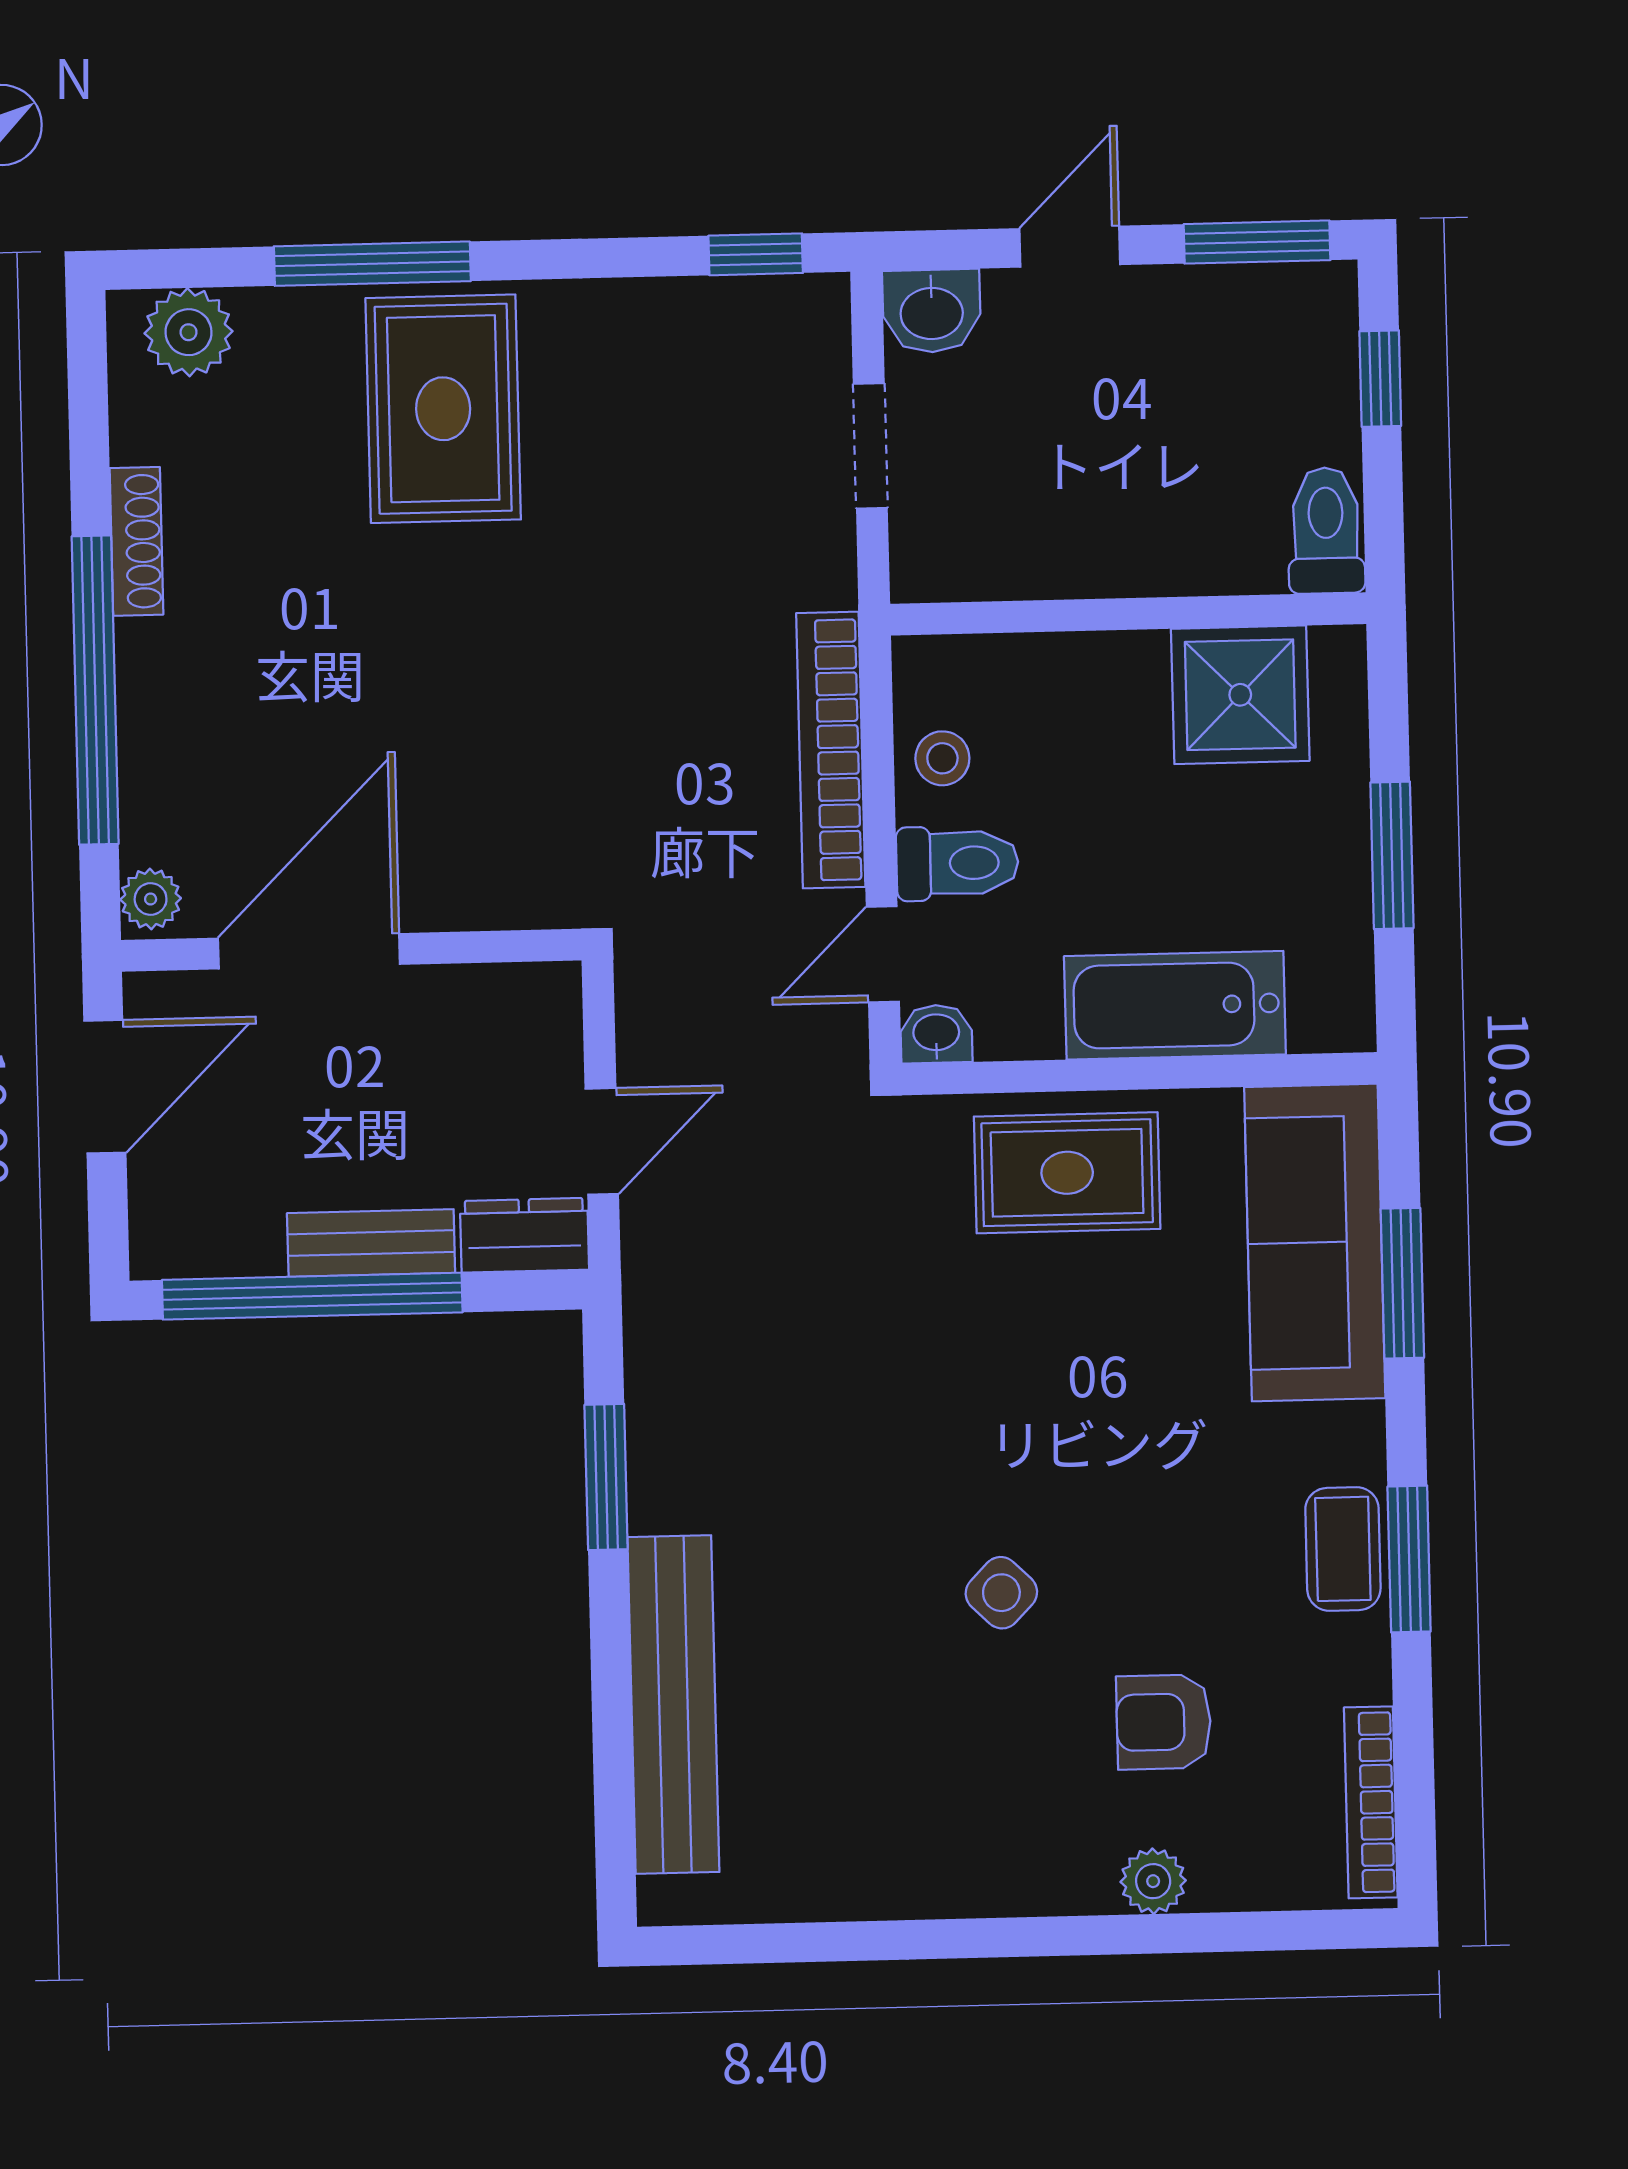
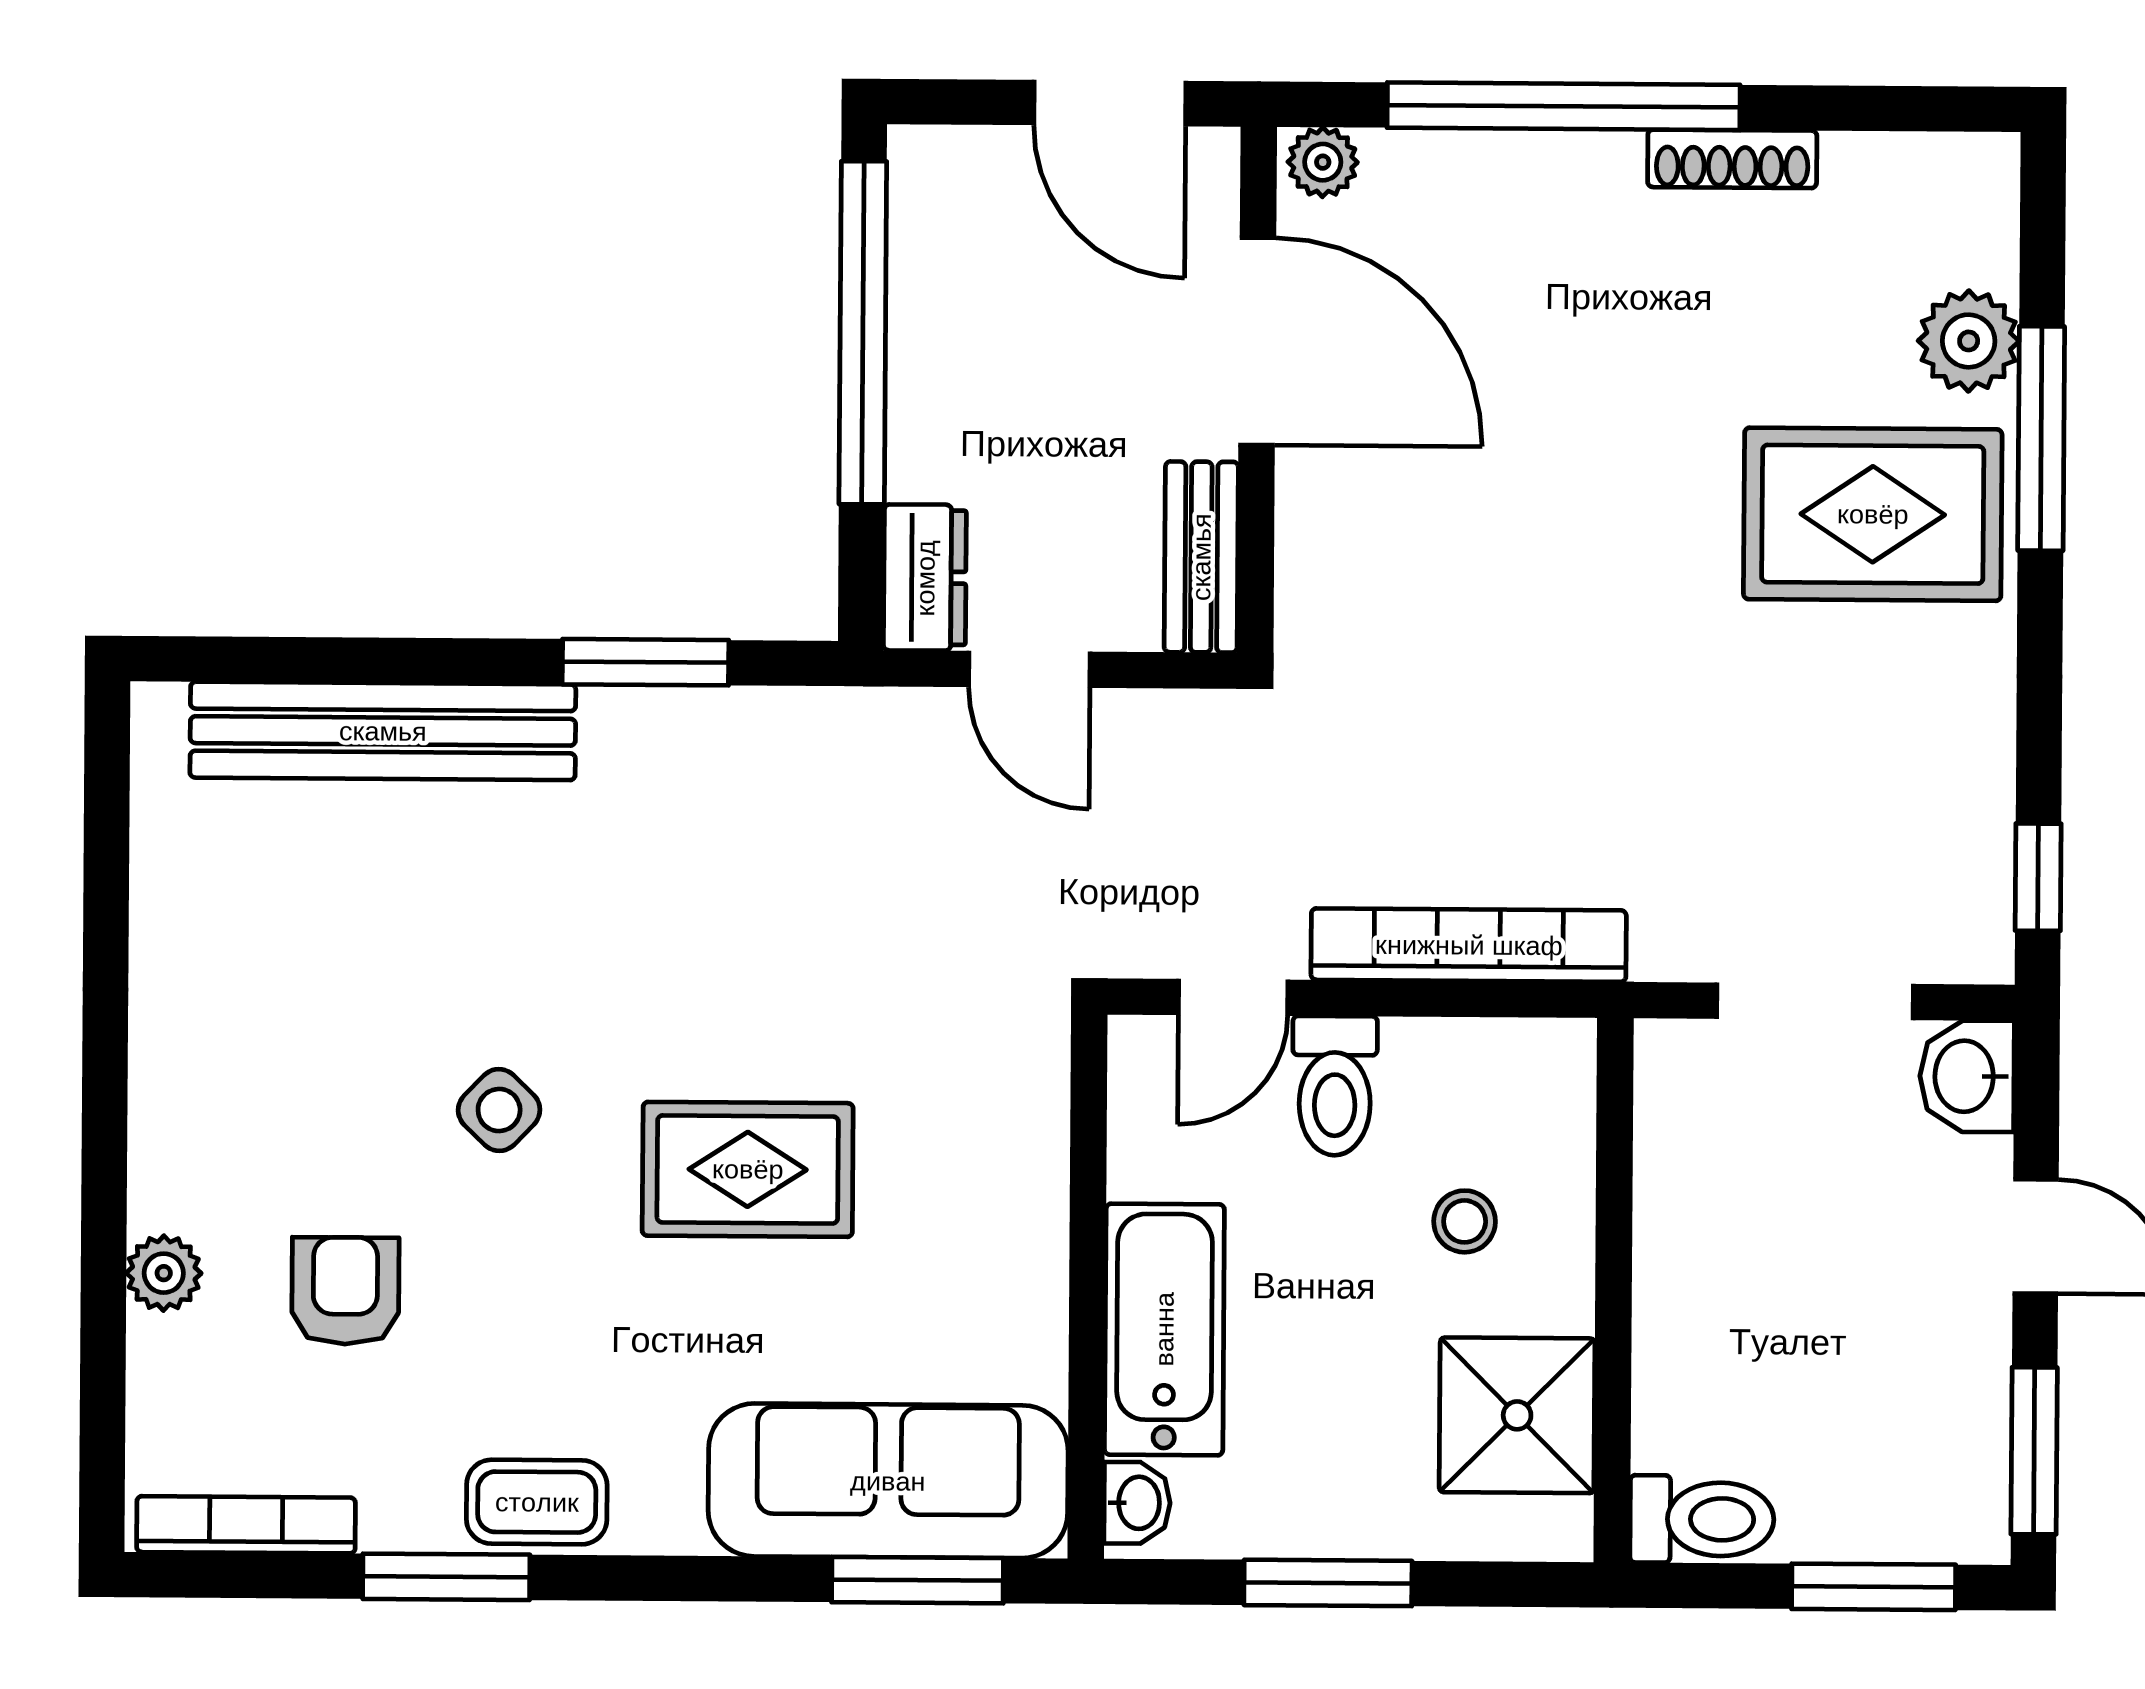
plant: (189, 332) -> (1969, 341), moved
window: (1380, 379) -> (1874, 1587), width x1.50
doorway: (870, 446) -> (1815, 1001), width x1.38
stool: (942, 758) -> (1465, 1221), moved
door: (883, 954) -> (1233, 997), swing flipped
washbasin: (936, 1034) -> (1137, 1503), moved
rug: (1067, 1173) -> (748, 1169), moved, turned 90
bench: (371, 1243) -> (1201, 557), moved
window: (1402, 1283) -> (918, 1580), moved
window: (1409, 1559) -> (446, 1577), moved

